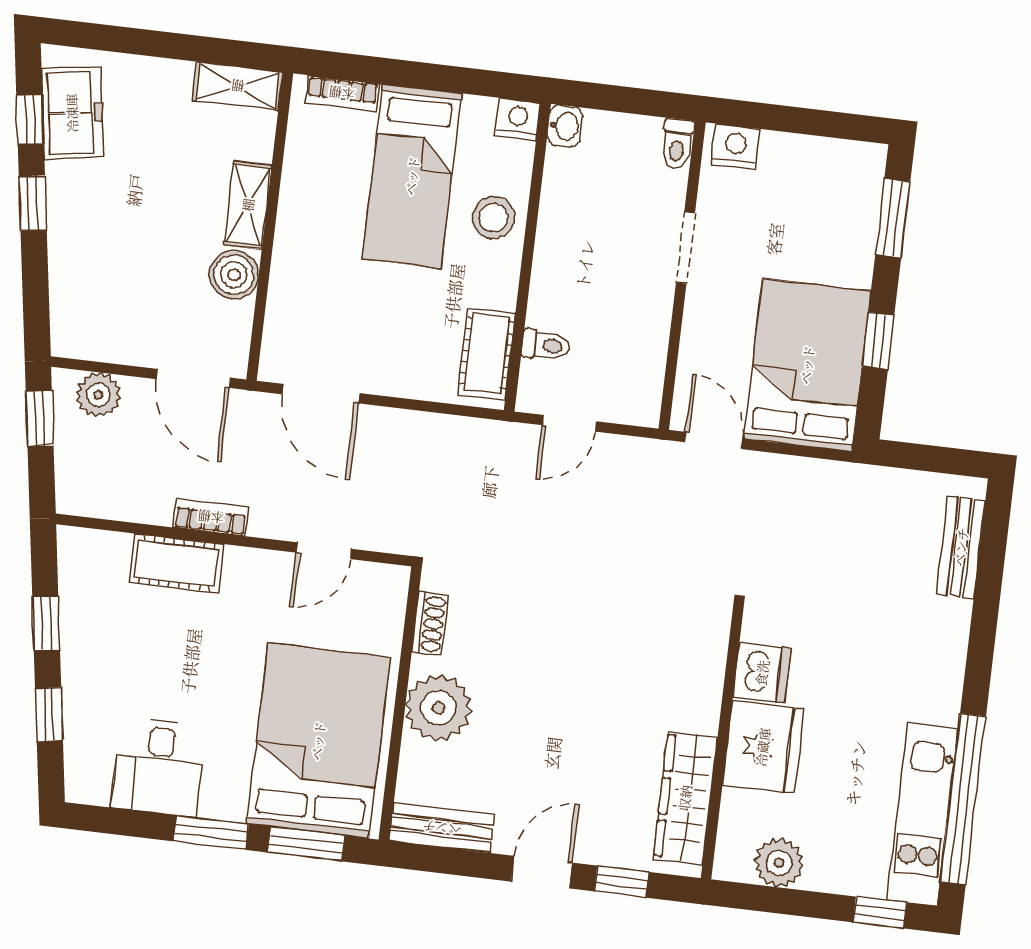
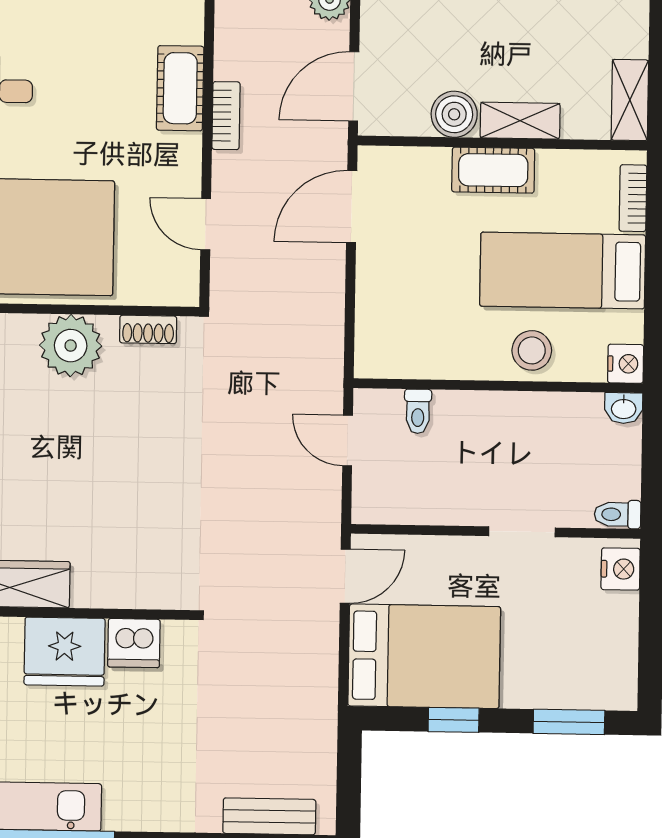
cot: (487, 354) -> (493, 170), moved

